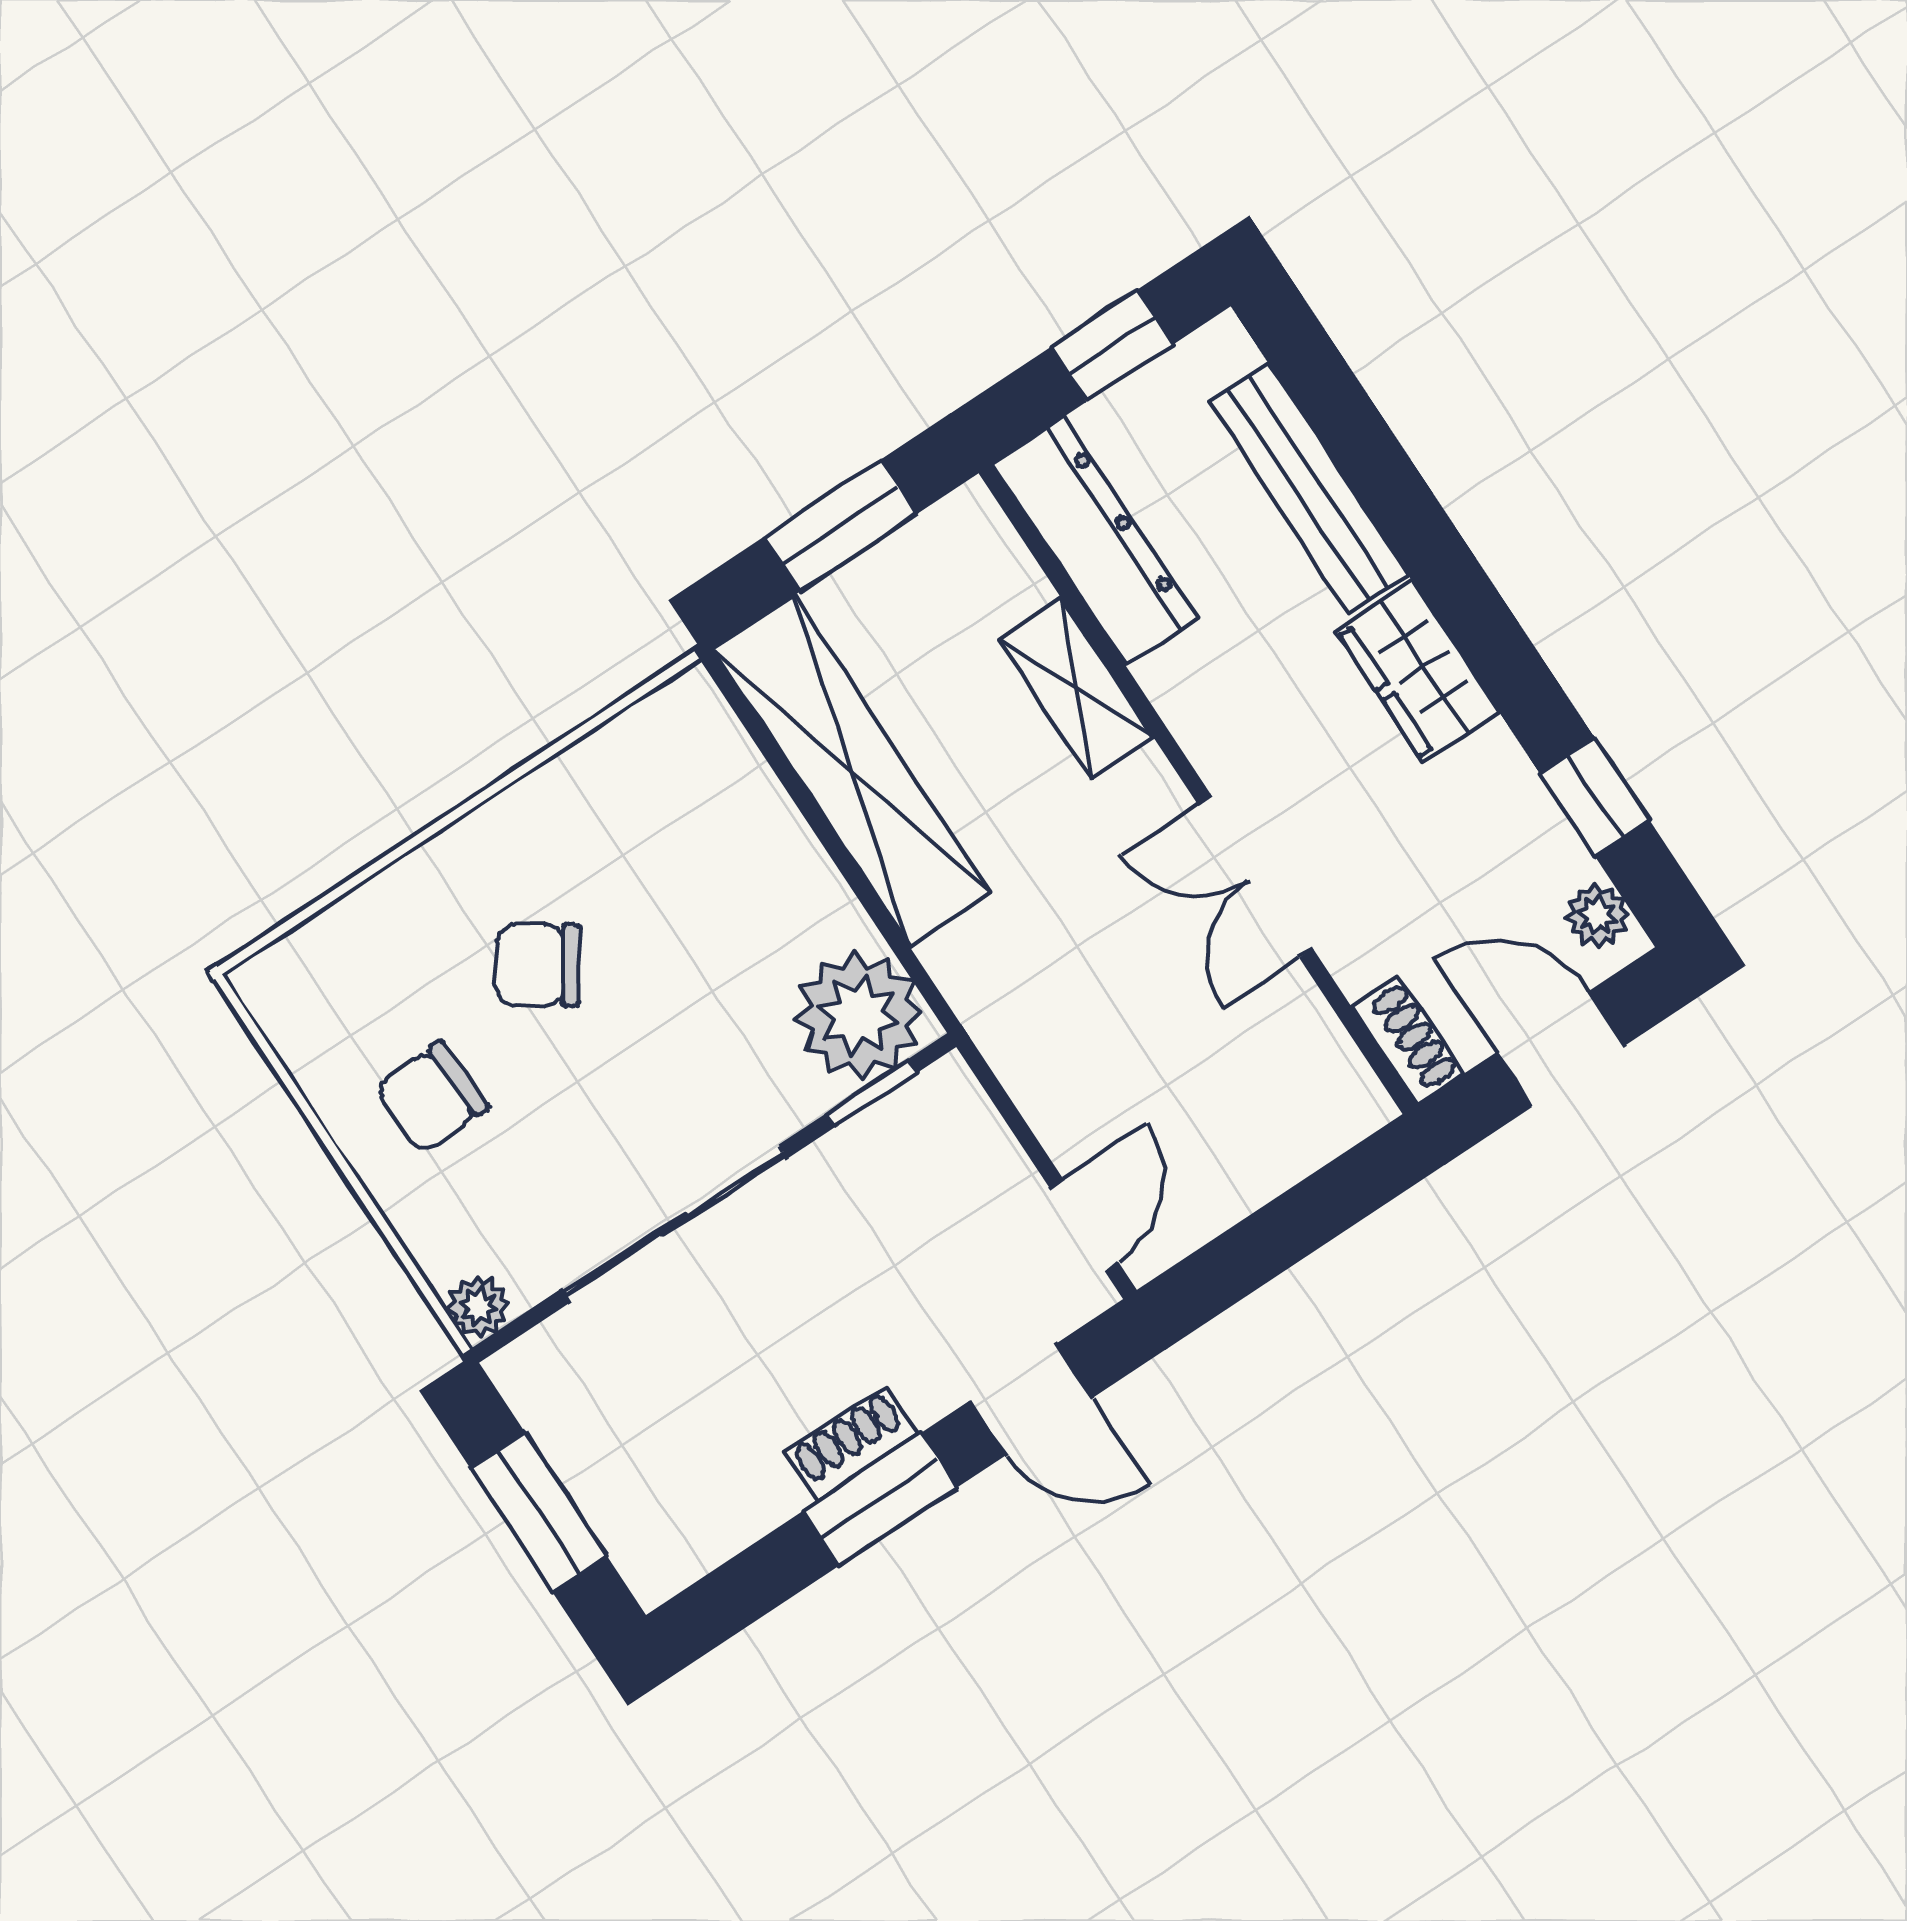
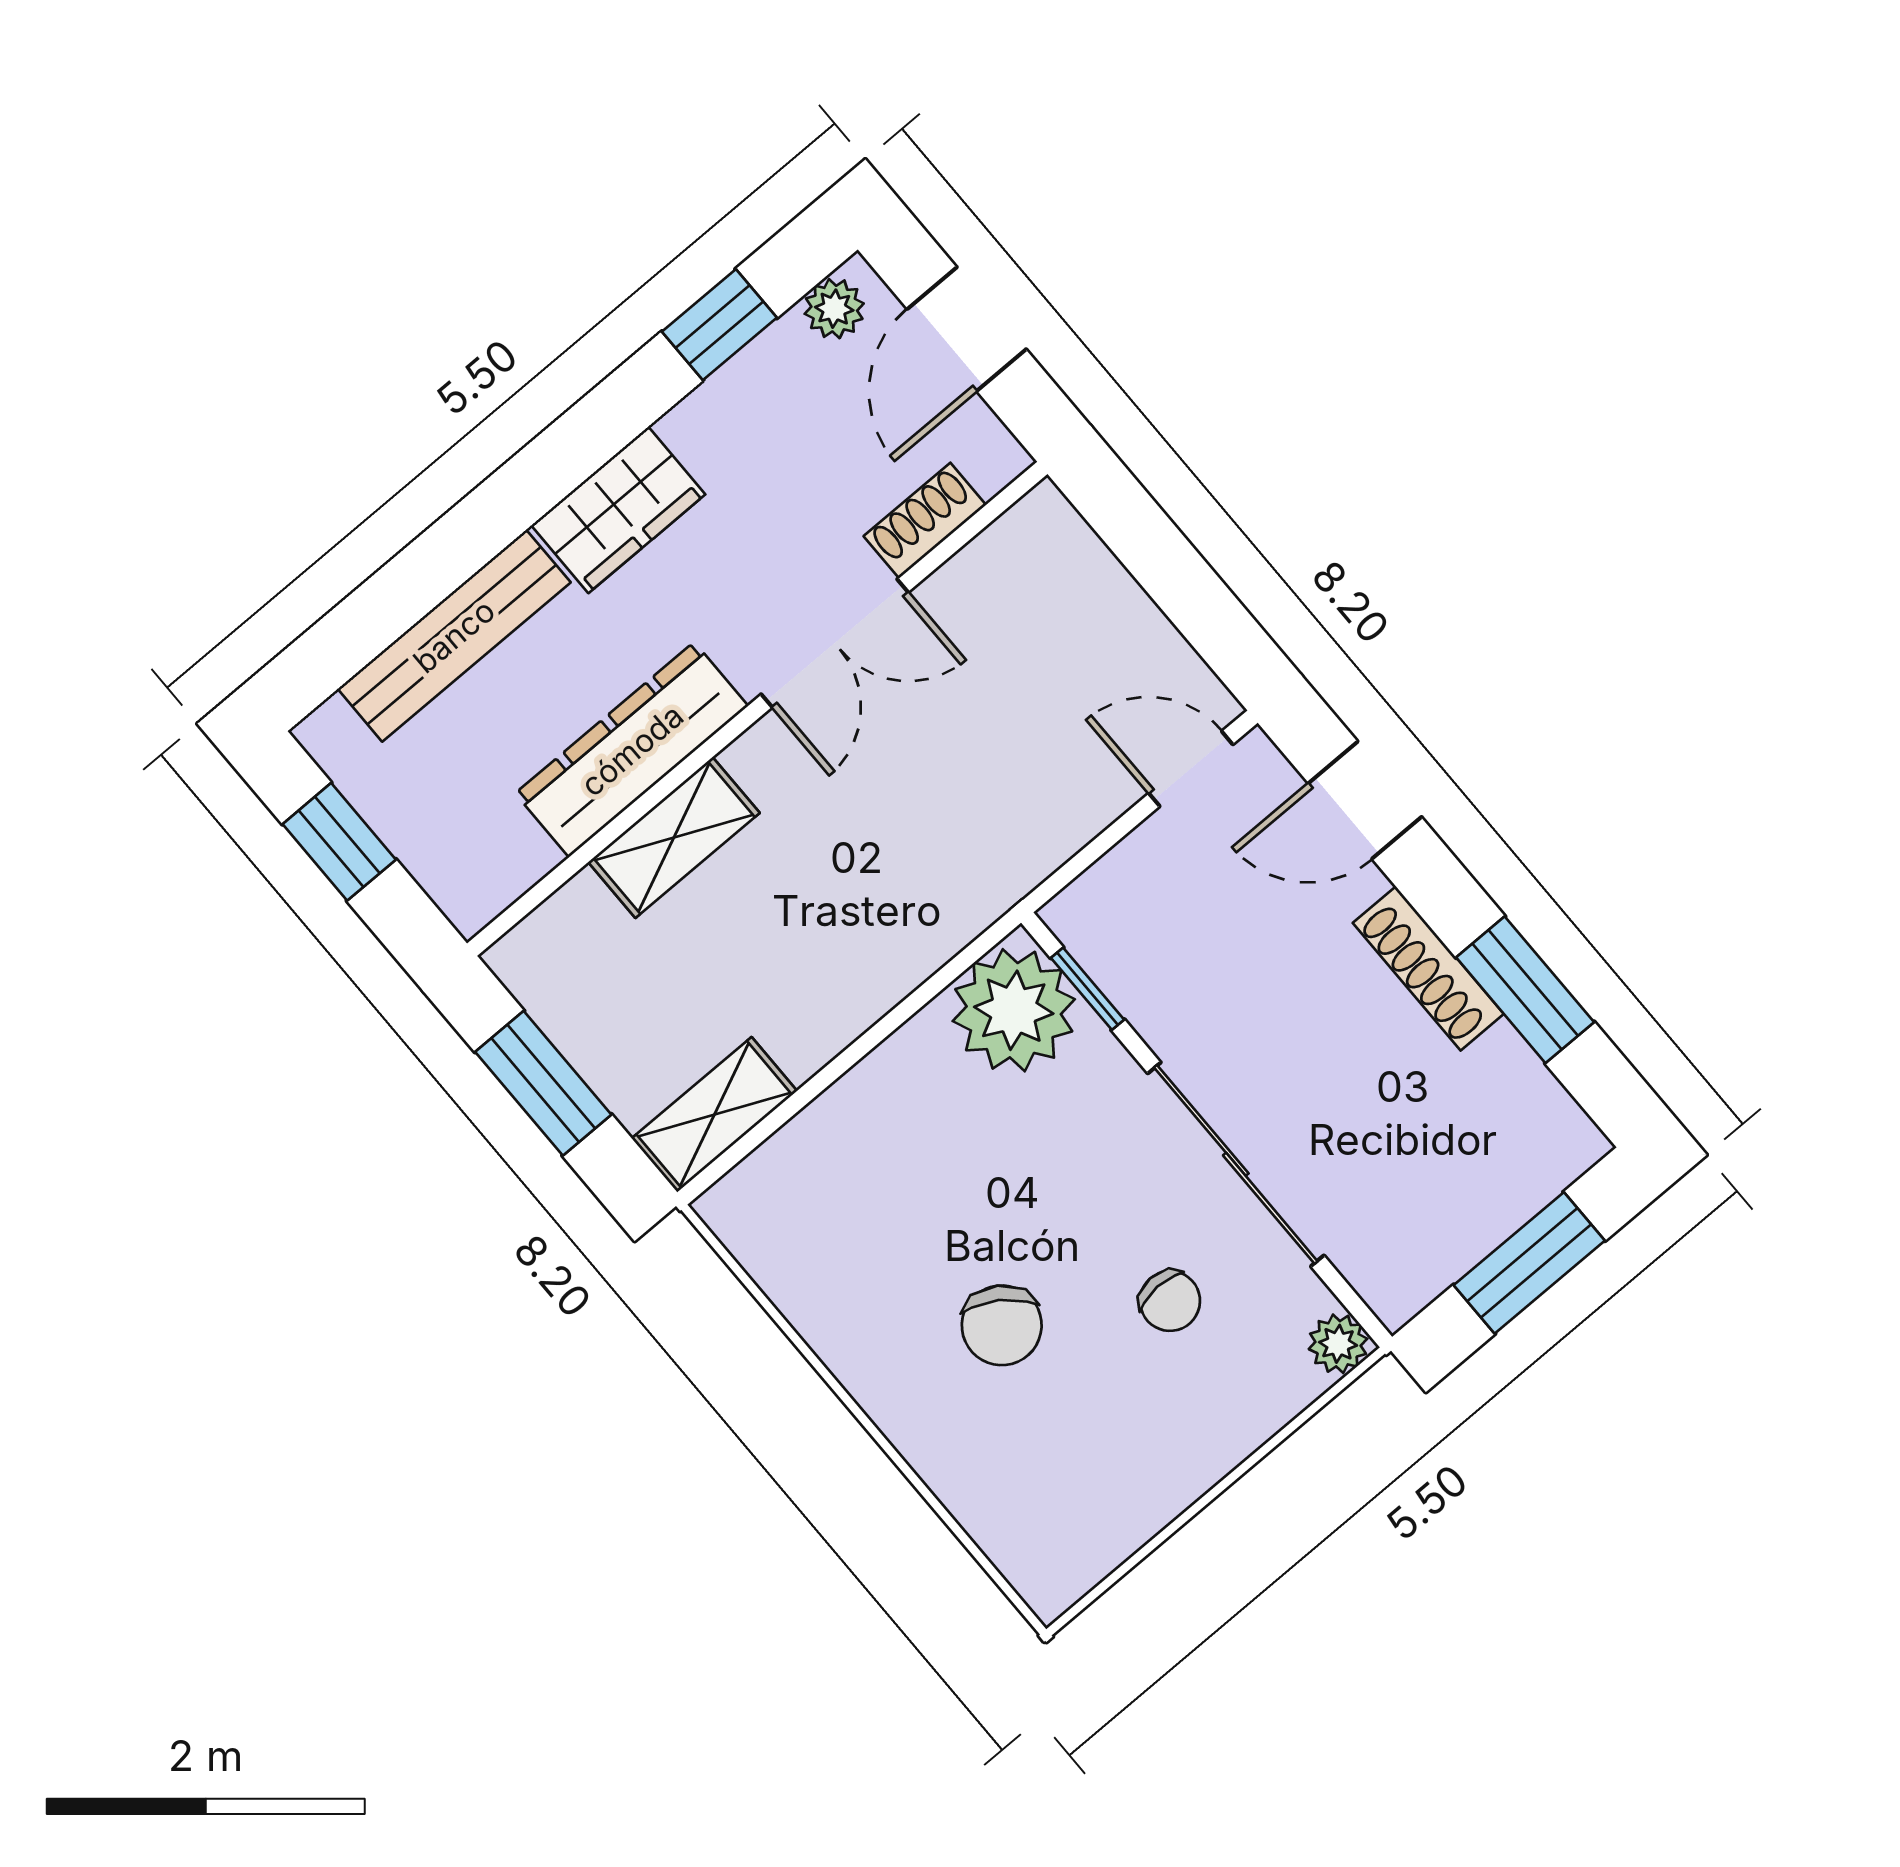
dresser: (1095, 541) -> (632, 750), moved
shelving: (851, 771) -> (714, 1115), width x0.45, depth x0.75
shoe rack: (1408, 1040) -> (925, 521), moved
chair: (432, 1098) -> (1170, 1301), moved, width x0.73, depth x0.73
door: (1031, 1399) -> (1365, 800), swing flipped
shoe rack: (851, 1444) -> (1428, 968), width x1.43
window: (880, 1499) -> (1525, 990), moved

